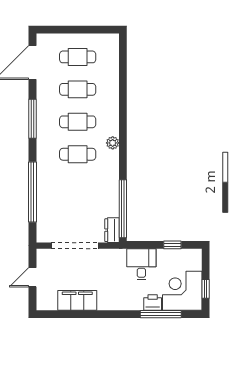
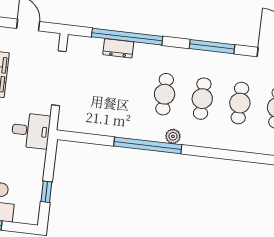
window: (123, 209) -> (148, 145), moved
dresser: (112, 230) -> (118, 48), moved, turned 180
desk: (141, 264) -> (31, 131), moved

